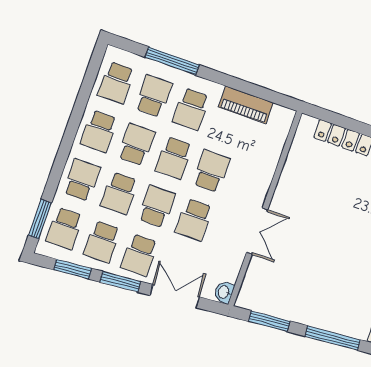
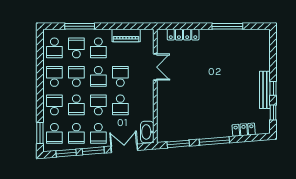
school desk: (99, 131) -> (54, 76), turned 180
double door: (257, 231) -> (155, 67), moved
washbasin: (224, 292) -> (147, 132), width x1.91, depth x1.45

